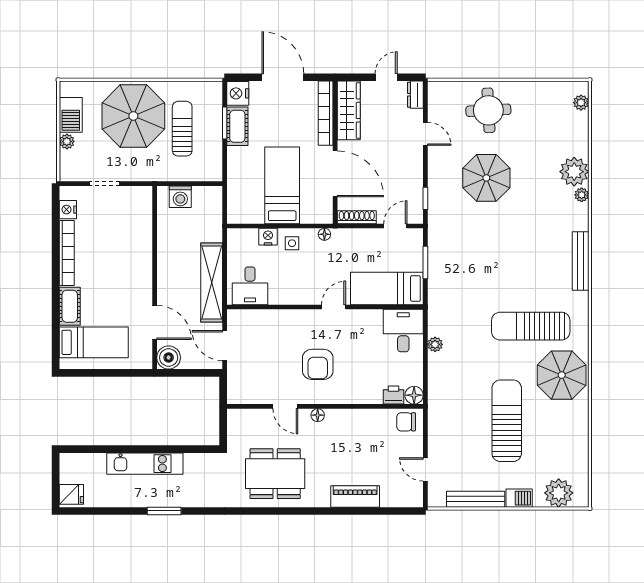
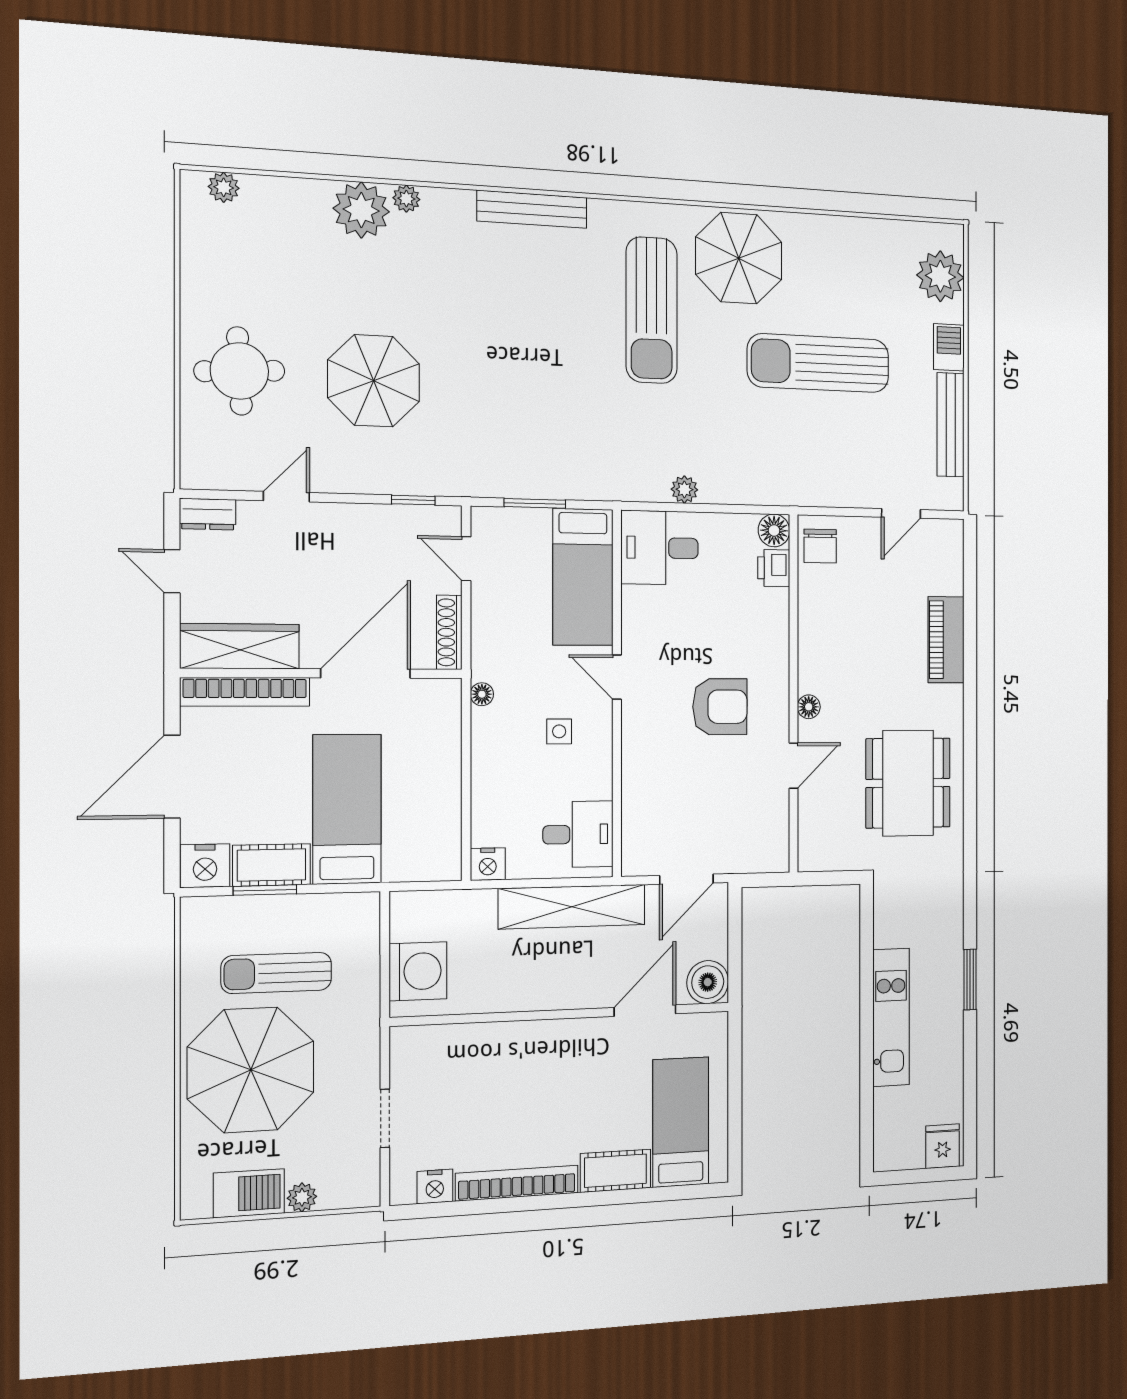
bed: (282, 185) -> (347, 809), moved, turned 90
washing machine: (180, 197) -> (418, 971), width x1.37, depth x1.37
nightstand: (268, 237) -> (488, 864), moved, turned -90
side table: (292, 243) -> (559, 731), moved

